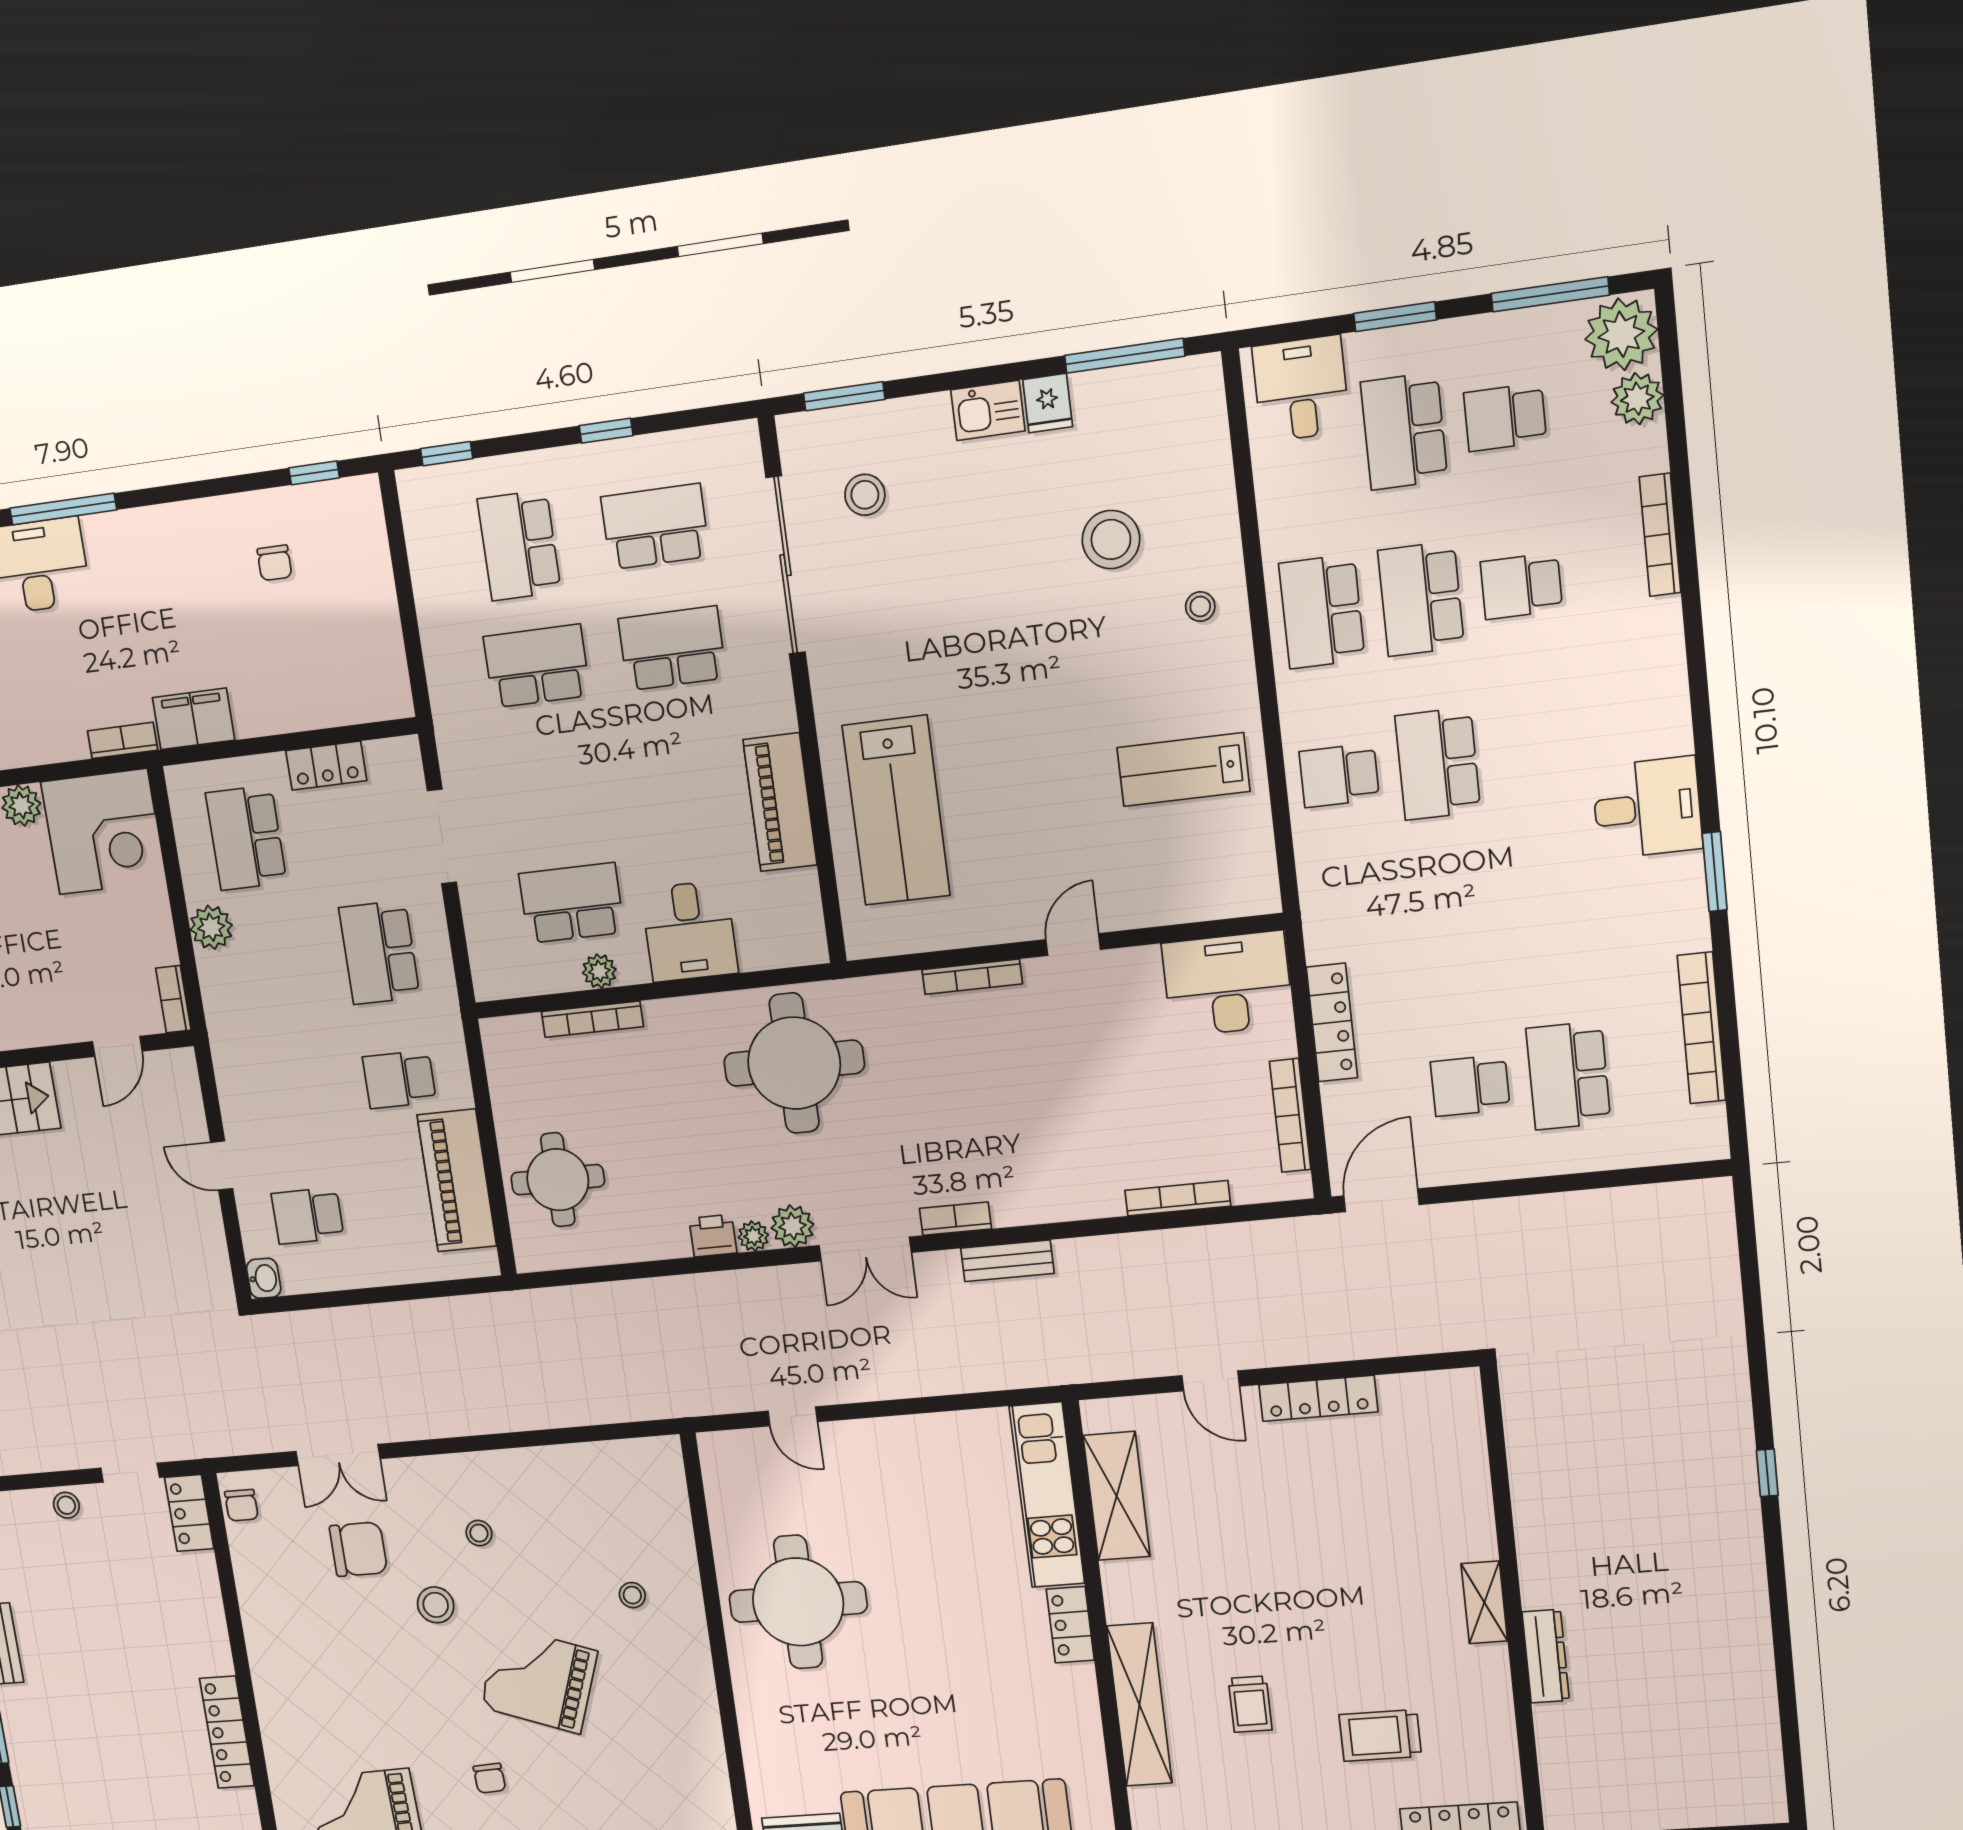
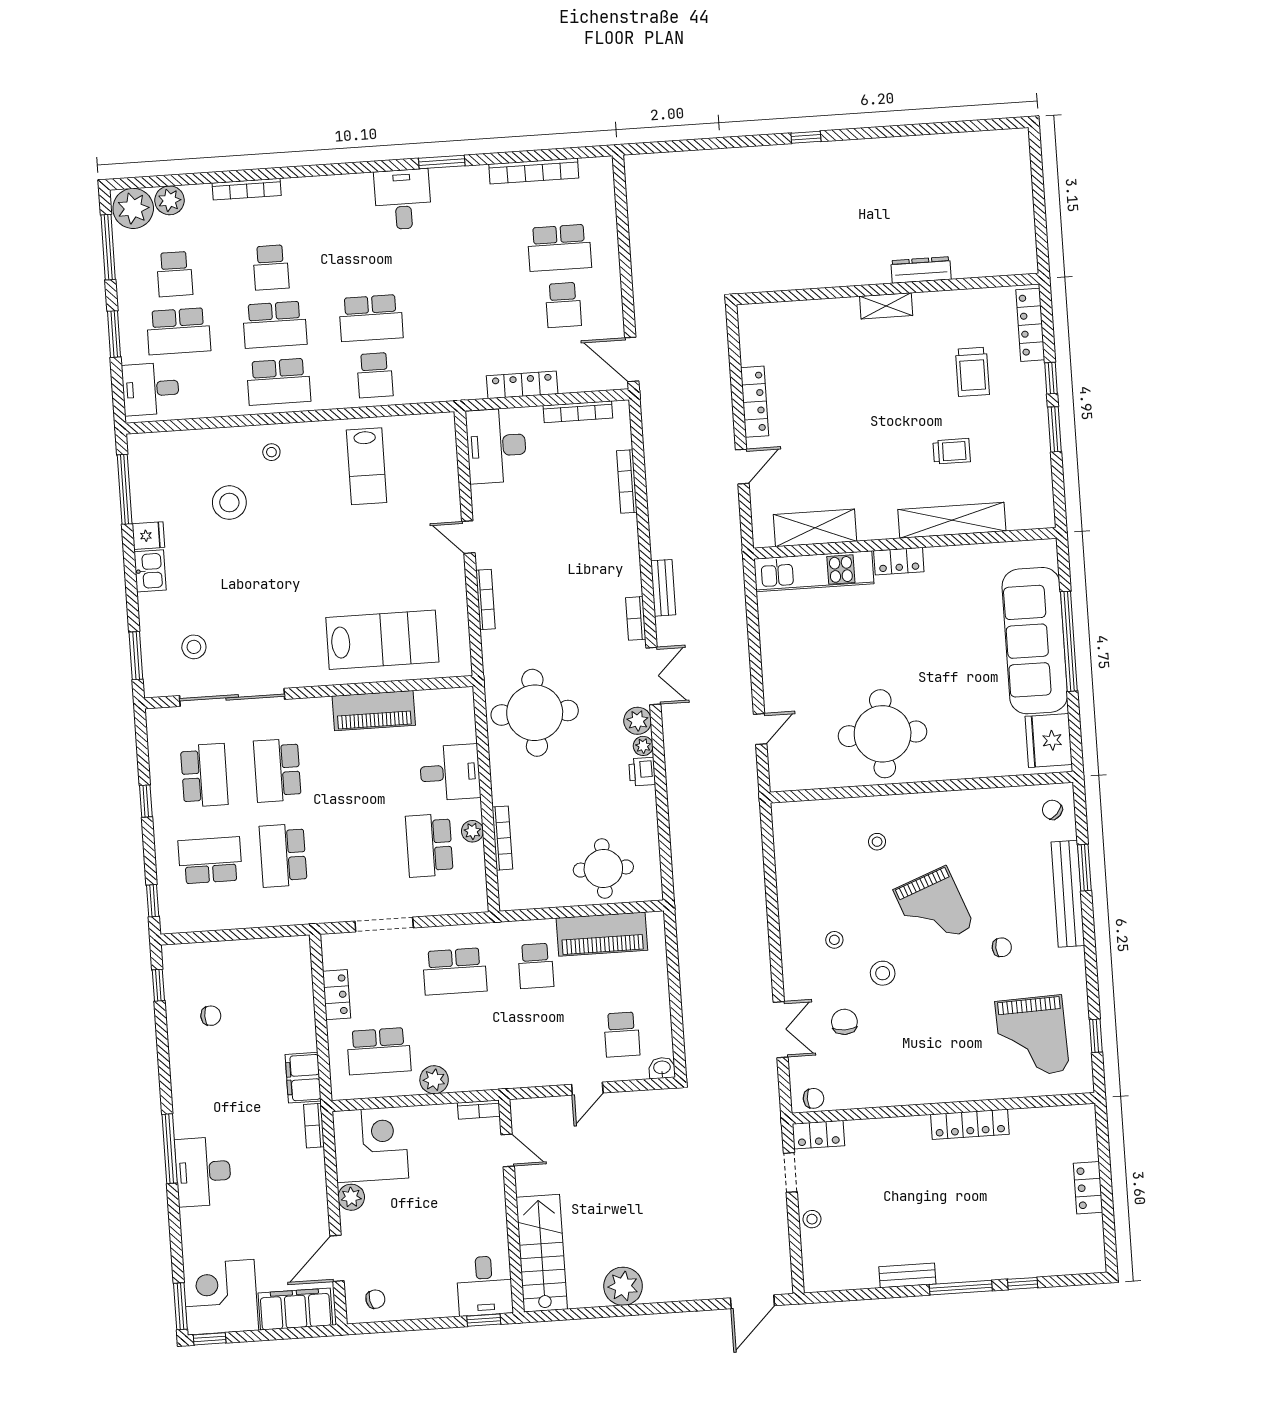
school desk: (655, 527) -> (204, 775), turned 180
school desk: (519, 545) -> (210, 860), turned 180
chair: (358, 1549) -> (844, 1022), width x0.73, depth x0.73
grand piano: (539, 1679) -> (934, 908), turned -41

